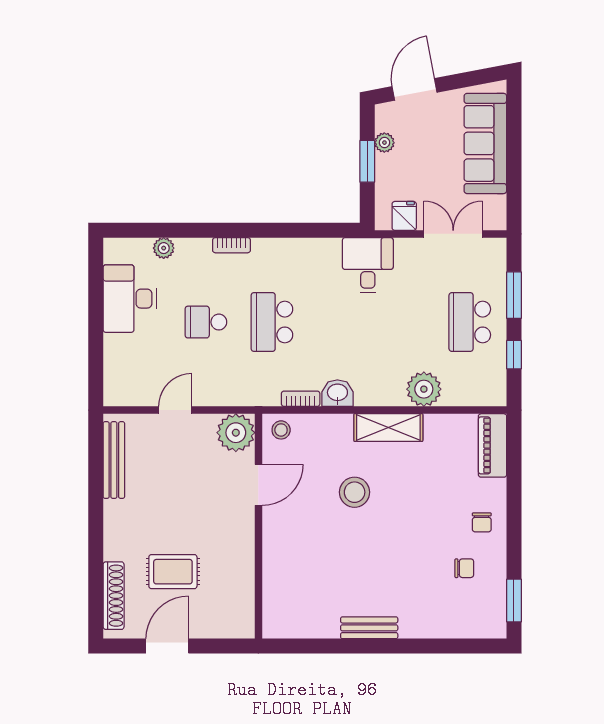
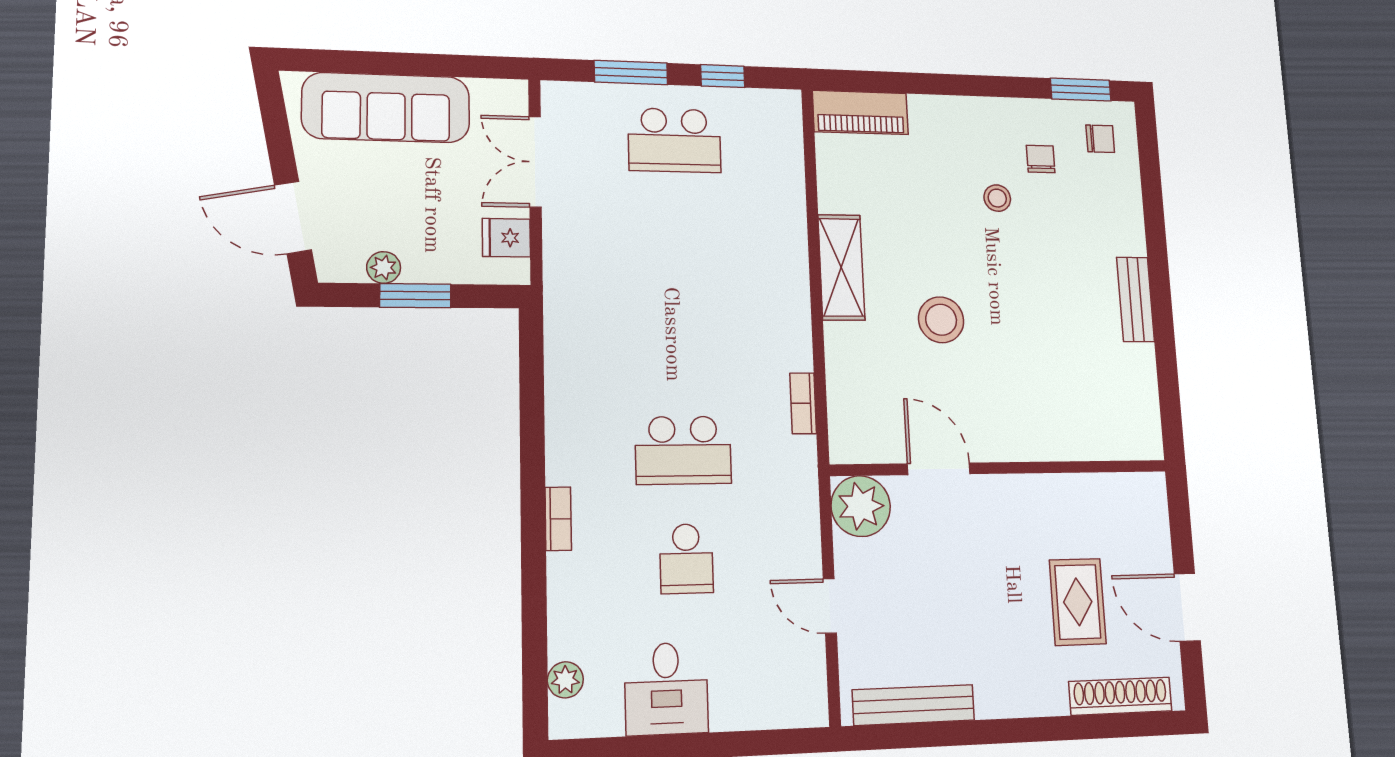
plant: (164, 248) -> (565, 680), moved
desk: (368, 265) -> (588, 296), removed
desk: (130, 299) -> (666, 689), width x0.73
plant: (424, 389) -> (780, 212), removed
washbasin: (337, 393) -> (792, 345), removed
stool: (281, 430) -> (997, 198), moved
chair: (482, 522) -> (1100, 139), moved

